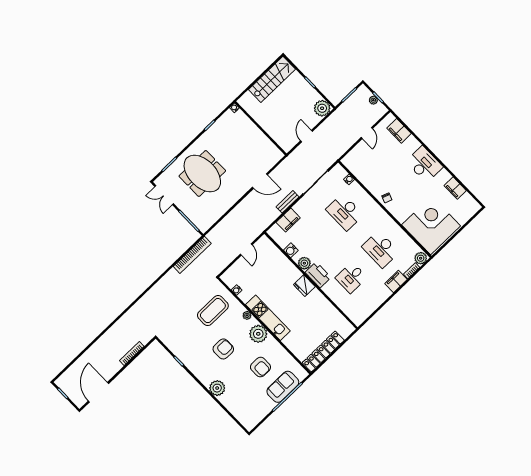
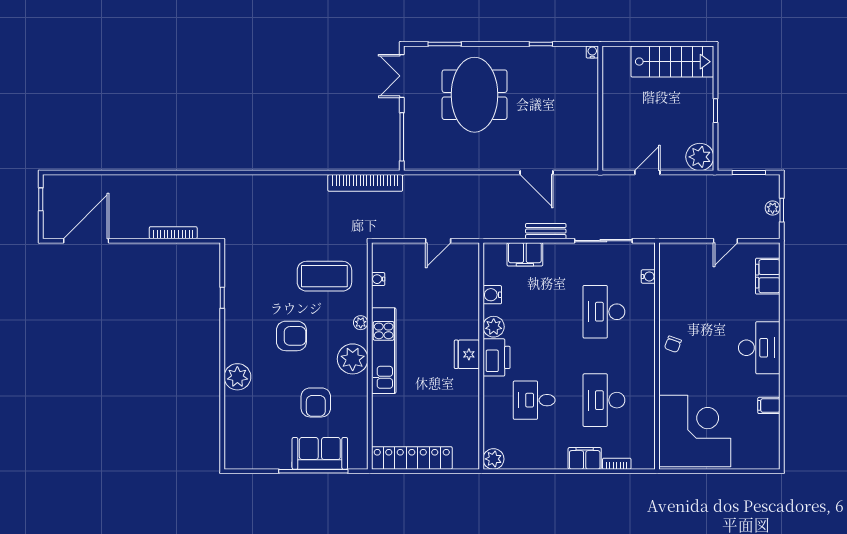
filing cabinet: (455, 188) -> (769, 405), width x0.50
plant: (421, 258) -> (493, 459), moved

